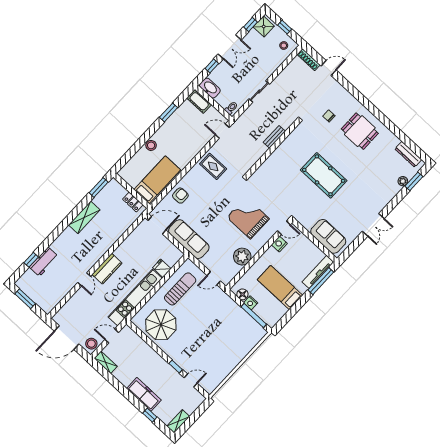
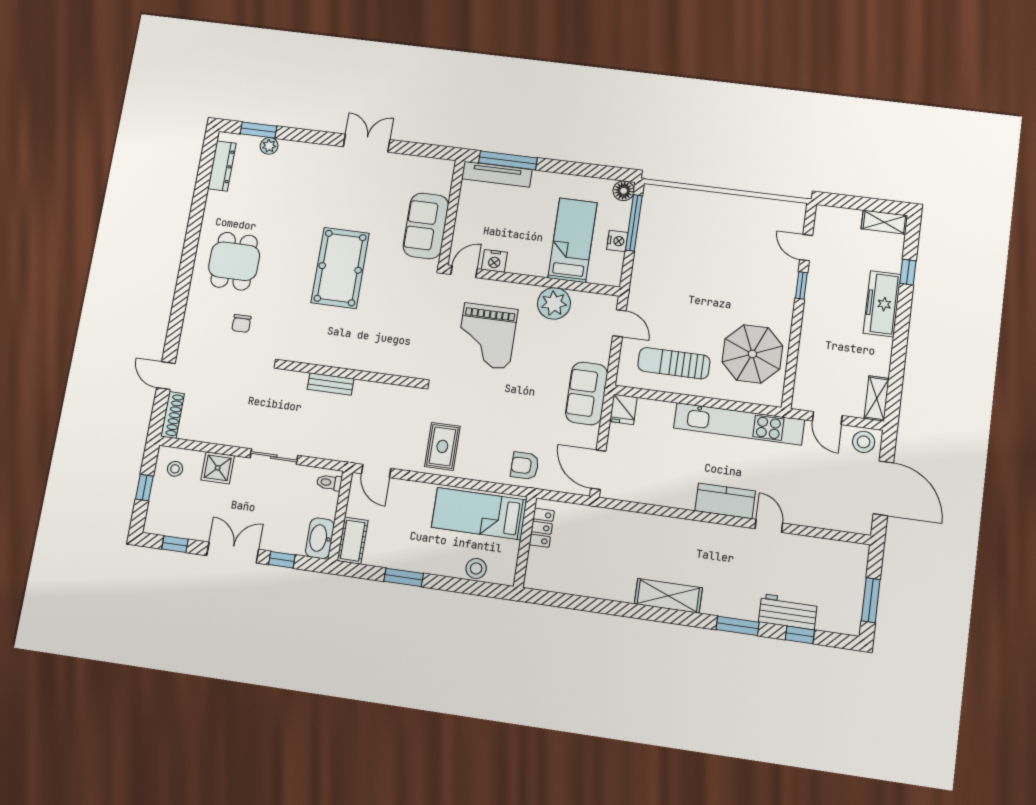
shower: (264, 26) -> (218, 468), moved
bed: (157, 180) -> (479, 514), moved
window: (99, 187) -> (738, 626), moved
wall: (132, 191) -> (525, 542), moved
locker: (133, 202) -> (542, 528), moved
door: (284, 228) -> (464, 272), hinge flipped
sofa: (328, 236) -> (426, 226), moved
sofa: (189, 239) -> (587, 393), width x0.73
fridge: (162, 268) -> (623, 409), moved
door: (84, 279) -> (769, 526), hinge flipped
bed: (280, 287) -> (573, 240), moved, turned 180
floor lamp: (242, 294) -> (624, 191), moved

